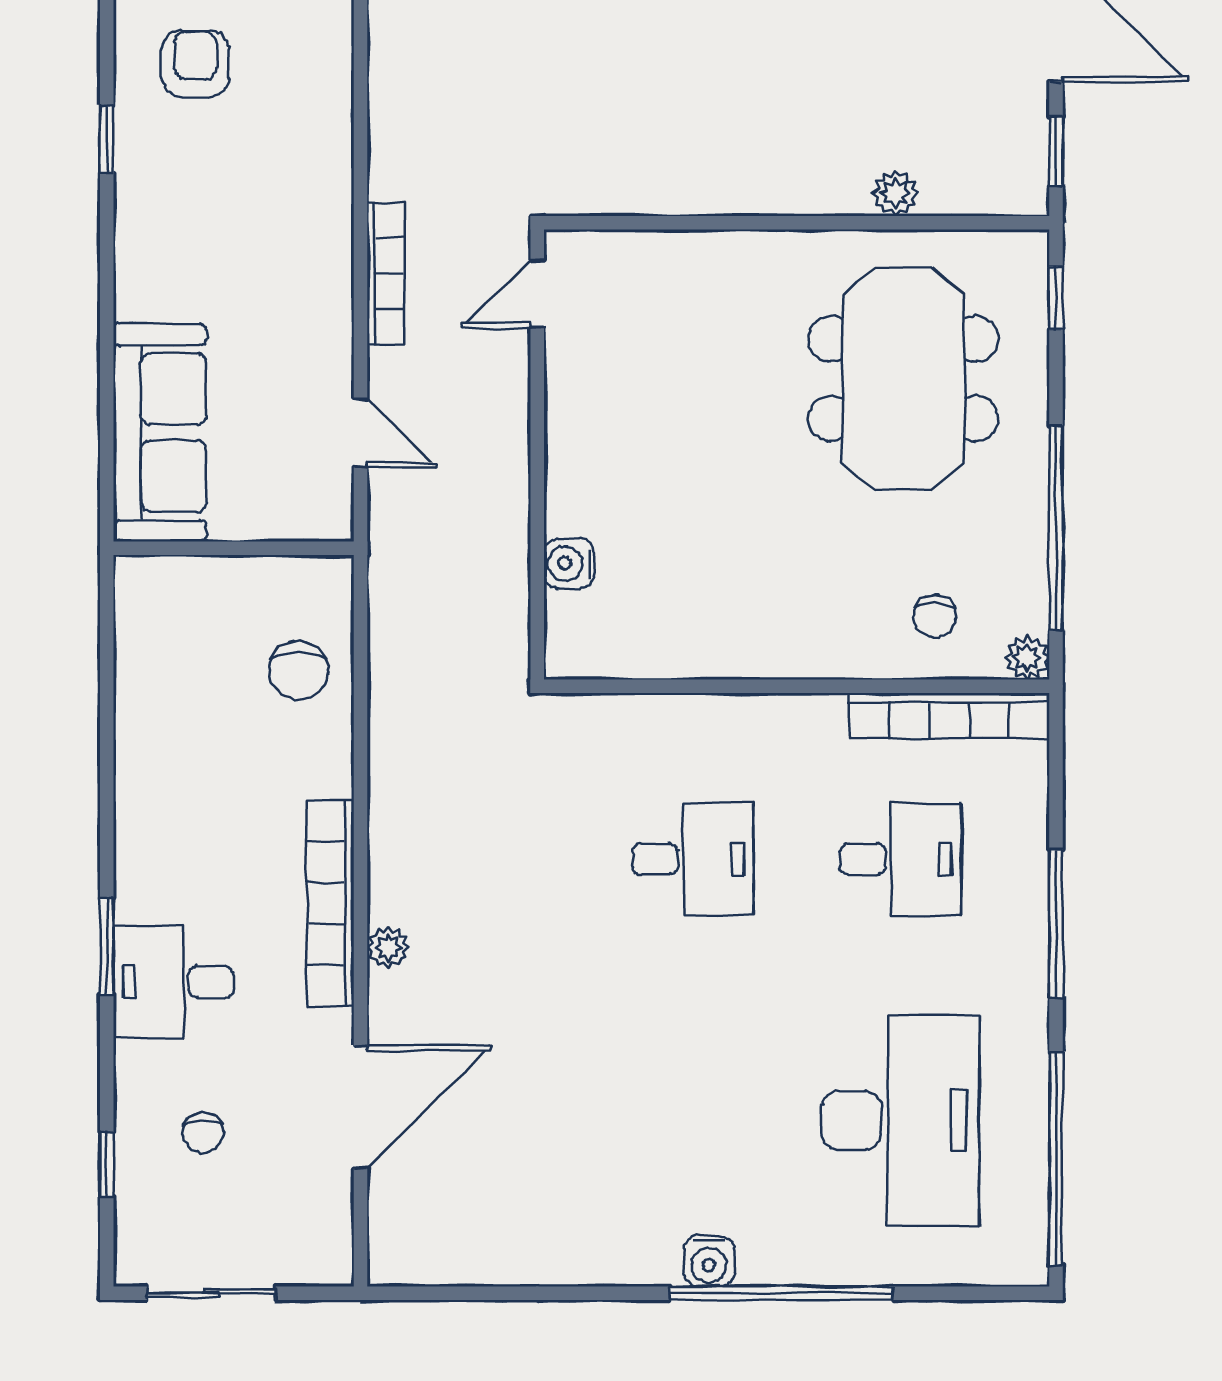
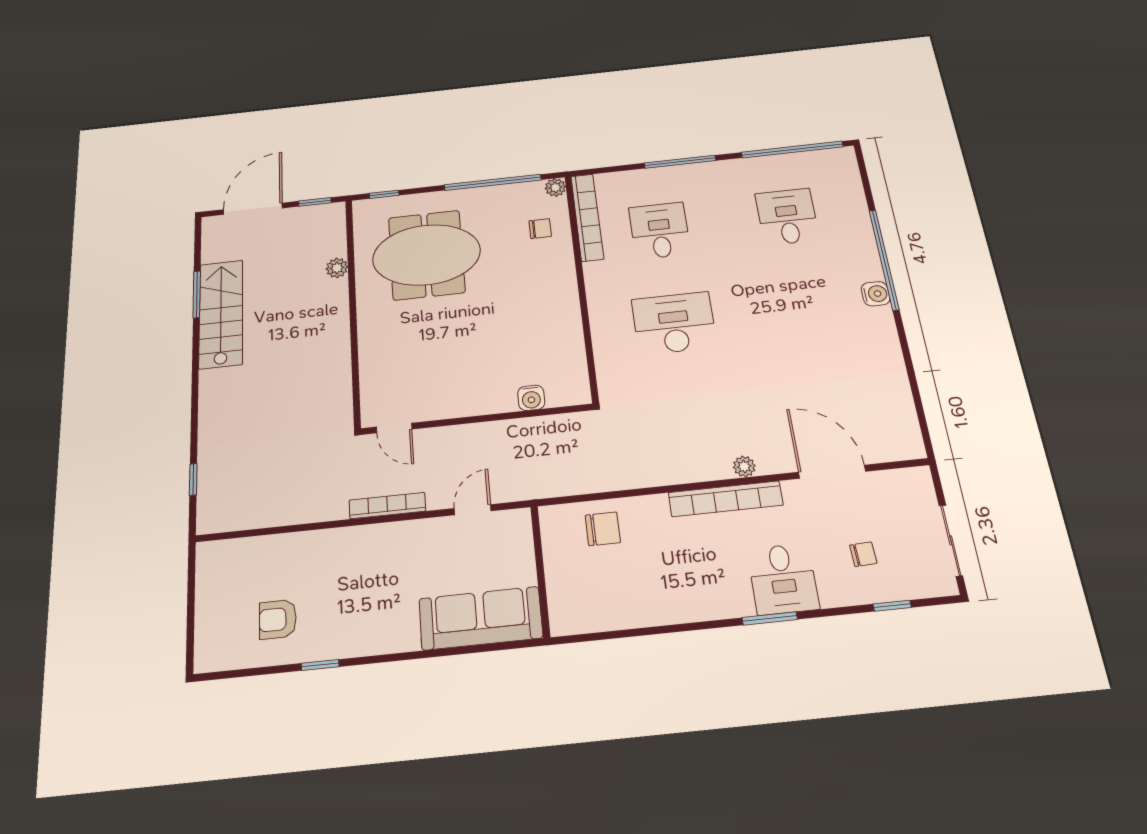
desk: (693, 859) -> (674, 323), width x1.37
desk: (900, 1120) -> (787, 217), width x0.53, depth x0.77

